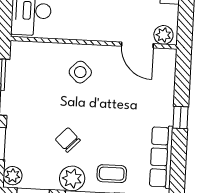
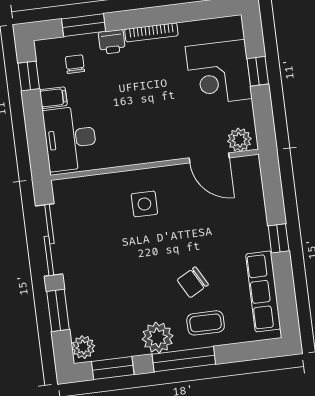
side table: (80, 72) -> (144, 204), turned 45
chair: (68, 140) -> (193, 282), moved, turned -73

